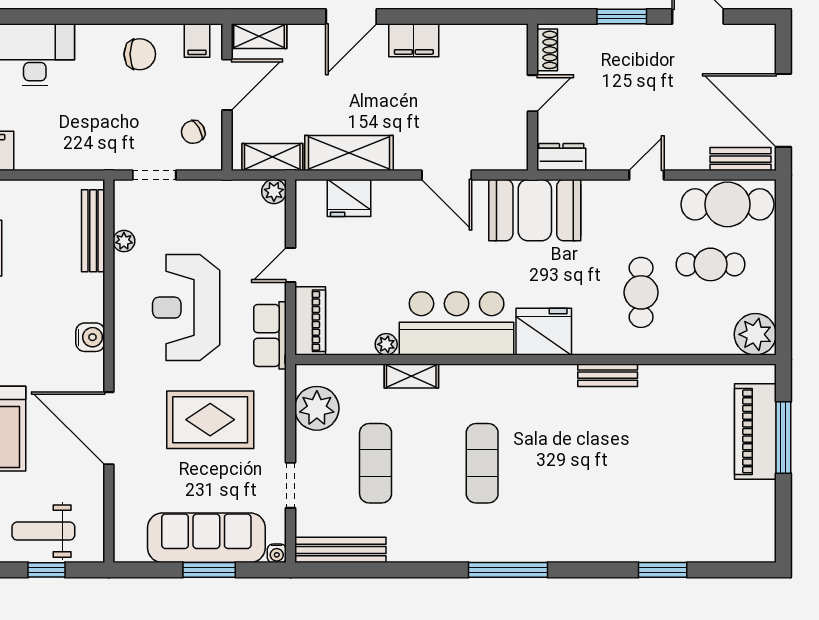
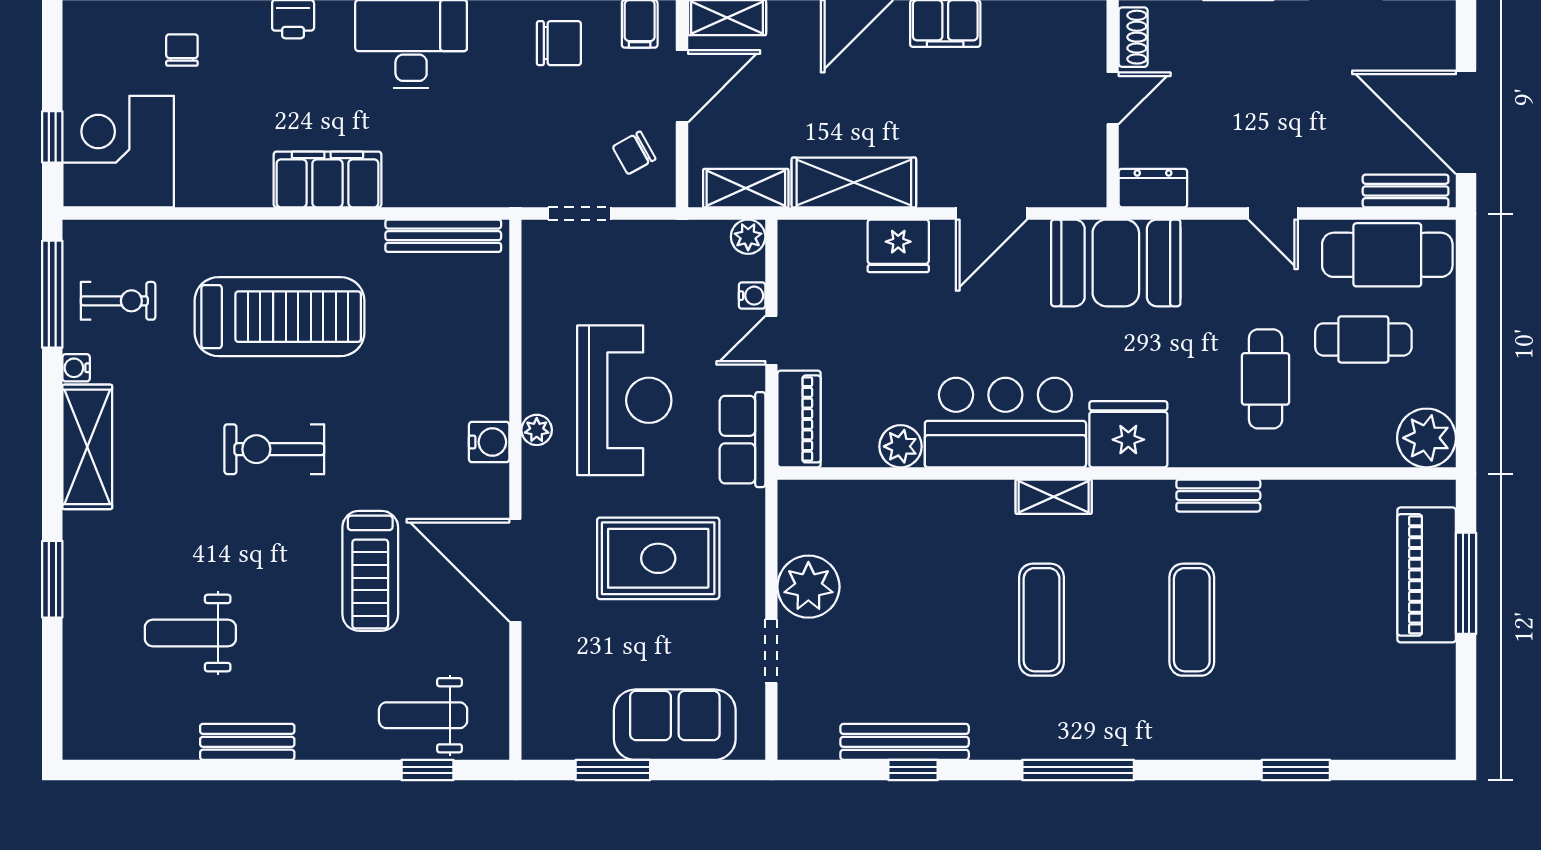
door: (447, 175) -> (991, 213), hinge flipped
door: (647, 175) -> (1273, 213), swing flipped
fridge: (349, 198) -> (898, 246), moved
bench: (93, 231) -> (443, 236), moved, turned 90
plant: (124, 241) -> (537, 430), moved
reception desk: (186, 308) -> (624, 400), turned 180
plant: (386, 344) -> (901, 446), width x1.38, depth x1.38
shelving: (411, 376) -> (1054, 497), moved
plant: (317, 408) -> (808, 587), moved
exercise mat: (376, 463) -> (1192, 620), moved
sofa: (206, 538) -> (675, 725), width x0.73
bench: (340, 550) -> (905, 742), moved
water cooler: (277, 553) -> (752, 296), moved, turned -90
window: (209, 570) -> (613, 770), moved
window: (391, 570) -> (913, 770), added

